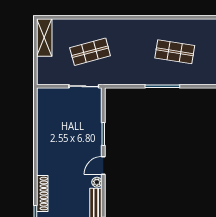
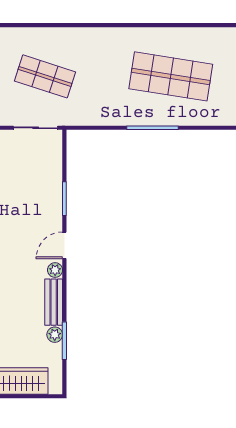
shop shelf: (90, 52) -> (45, 76), turned 33
shop shelf: (175, 52) -> (171, 76), width x1.43, depth x1.36

